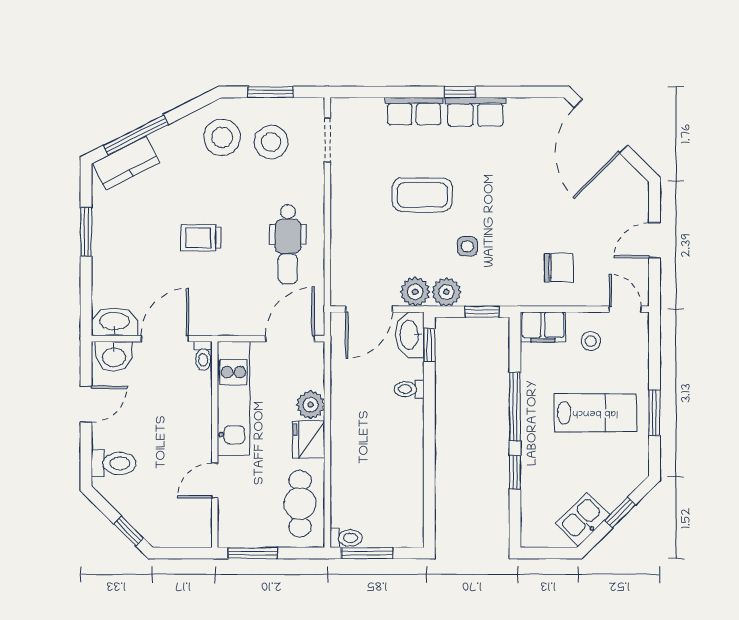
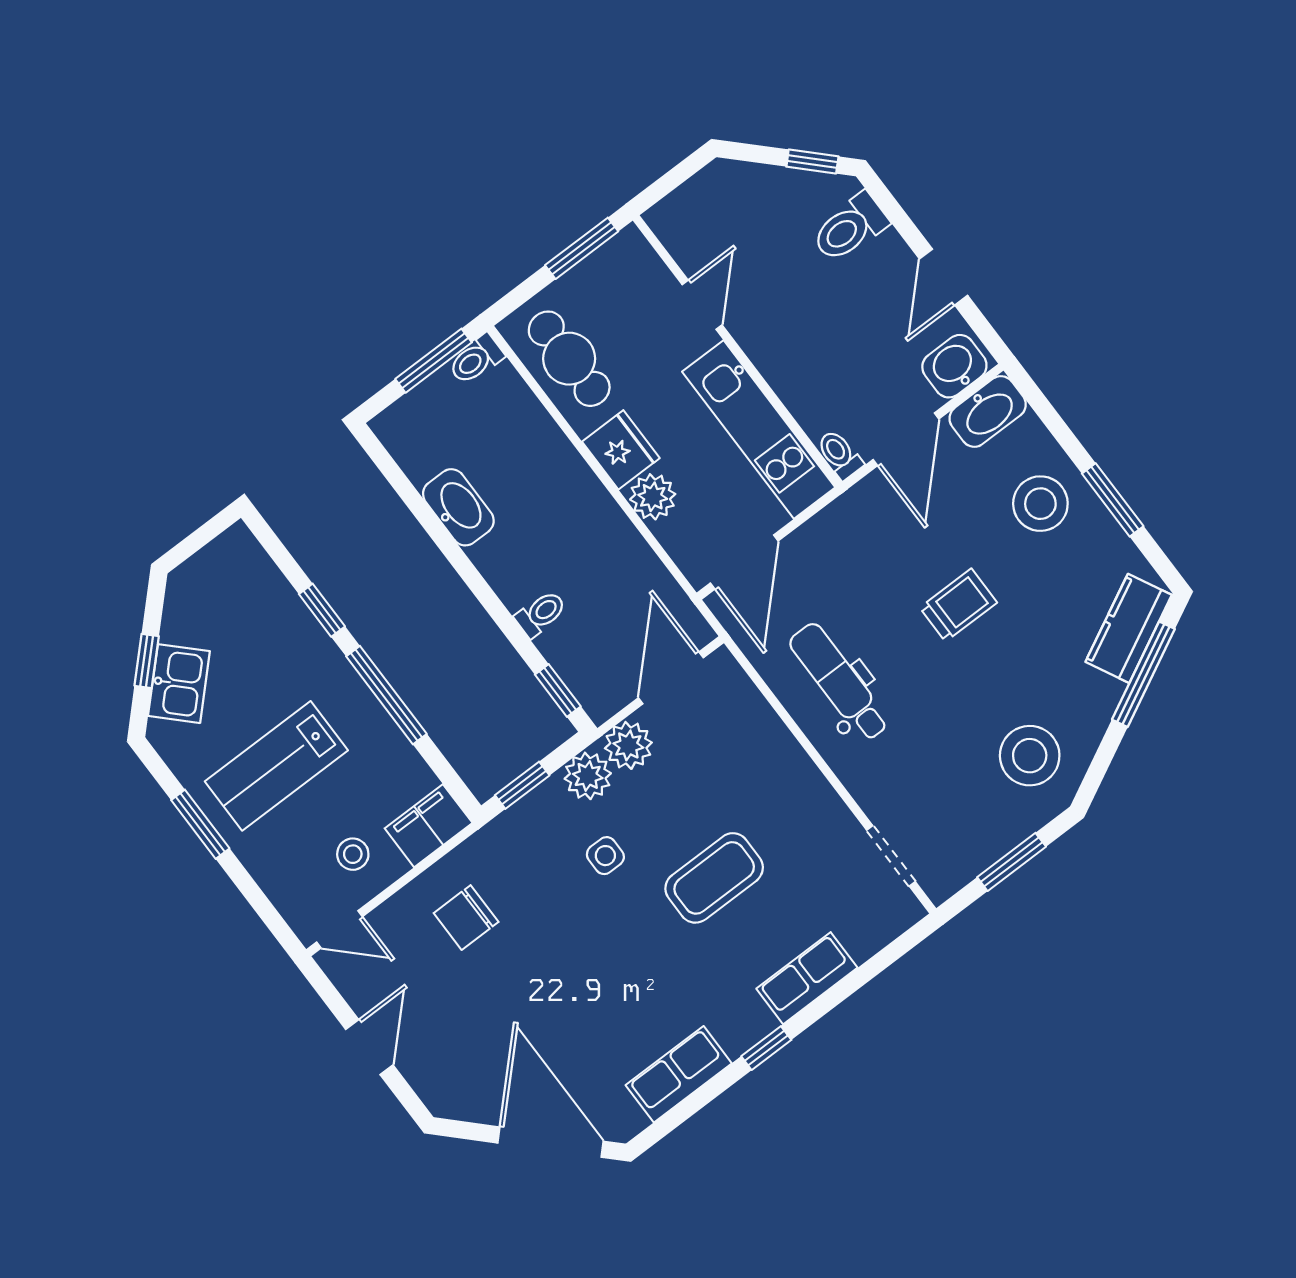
row of seats: (475, 112) -> (679, 1074), moved
stool: (271, 142) -> (1040, 504), moved
washbasin: (410, 335) -> (458, 507), moved
kitchen sink: (583, 519) -> (179, 684), moved
window: (129, 531) -> (812, 162), moved

